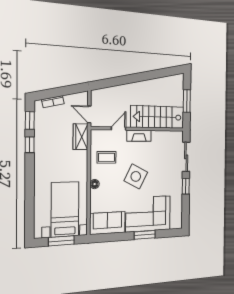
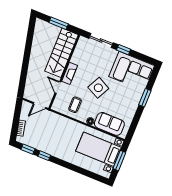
wardrobe: (81, 137) -> (53, 118), removed
corner sofa: (148, 214) -> (132, 71), moved, turned -90
sofa: (108, 223) -> (109, 124), moved, turned 90

